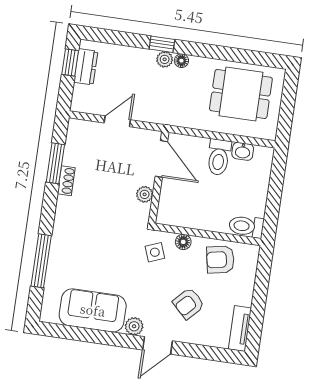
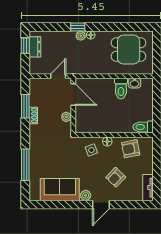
door: (161, 159) -> (73, 95), moved
wall: (159, 177) -> (73, 106), moved
plant: (145, 194) -> (66, 117), moved

